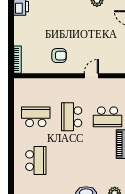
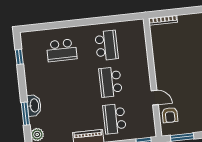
armchair: (59, 56) -> (170, 115), moved
school desk: (72, 117) -> (110, 82), turned -90

